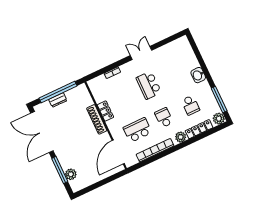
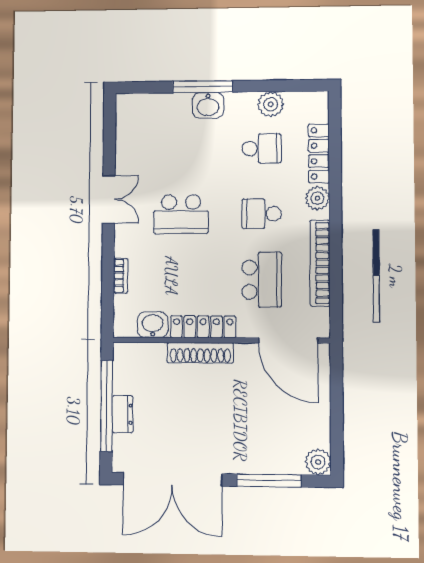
double door: (141, 53) -> (109, 199), swing flipped
washbasin: (99, 95) -> (153, 325), added
window: (219, 100) -> (203, 87), moved
locker: (105, 111) -> (203, 327), width x1.53
plant: (219, 119) -> (271, 104), moved
school desk: (137, 130) -> (262, 280), turned 180
plant: (71, 174) -> (318, 462), moved

